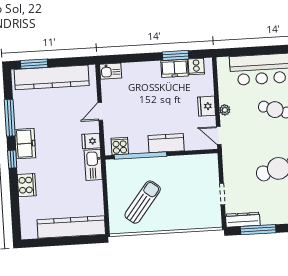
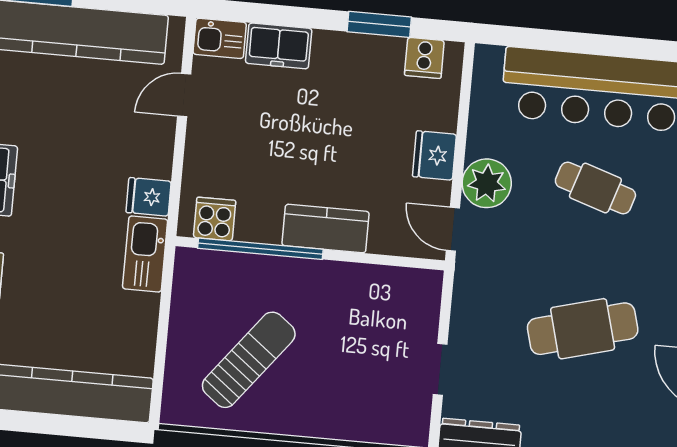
freezer: (174, 68) -> (279, 46), moved
plant: (225, 110) -> (487, 183), width x1.87, depth x1.87
door: (100, 111) -> (184, 95), moved

